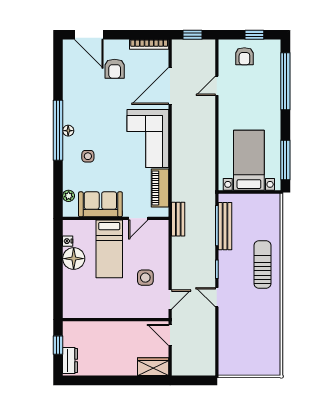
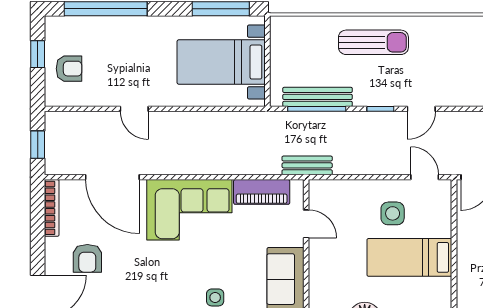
armchair: (115, 69) -> (87, 258), turned 90
door: (217, 86) -> (134, 109), moved
bed: (109, 249) -> (409, 257), moved, turned 180
sun lounger: (262, 264) -> (373, 42), turned 180

